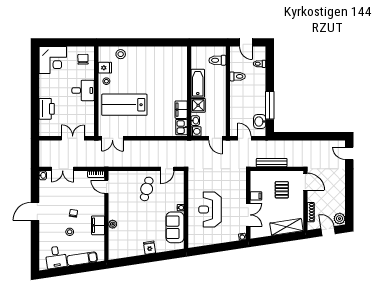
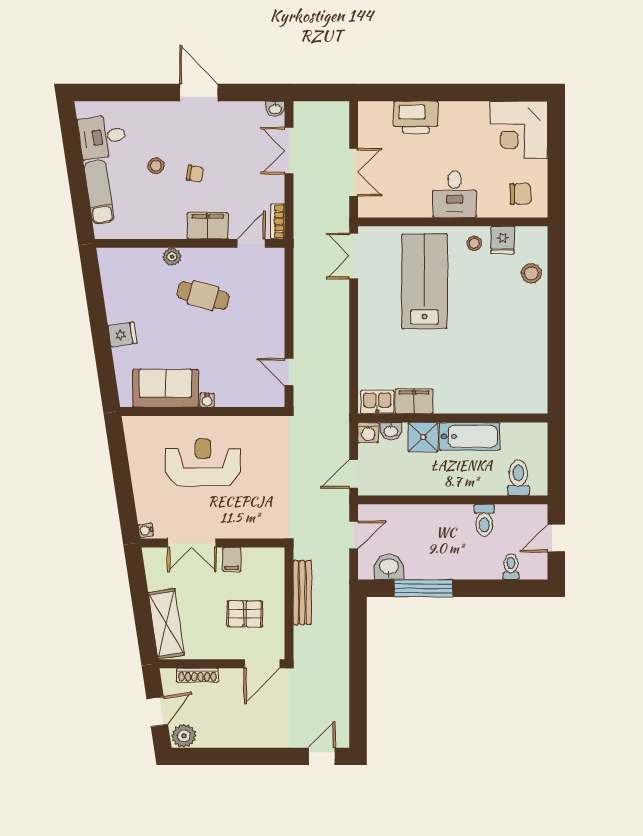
cafe table: (147, 189) -> (203, 296), moved
filing cabinet: (98, 225) -> (208, 226), moved

